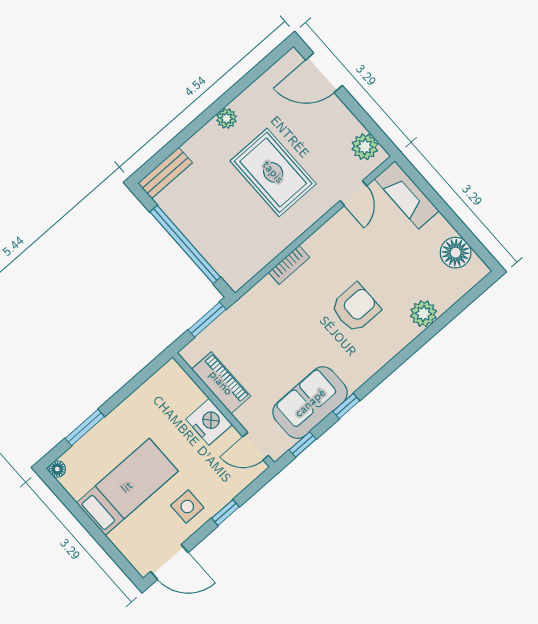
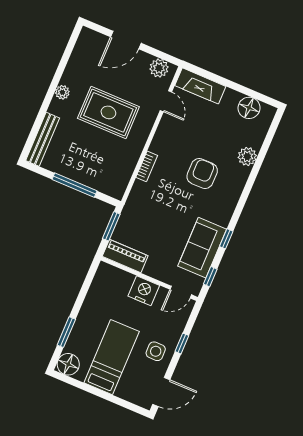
door: (324, 73) -> (126, 40), moved
bench: (165, 173) -> (43, 139), width x1.36
window: (185, 245) -> (74, 185), width x0.68
piano: (221, 383) -> (125, 256), moved
floor lamp: (57, 469) -> (68, 364), width x1.89, depth x1.89

